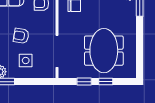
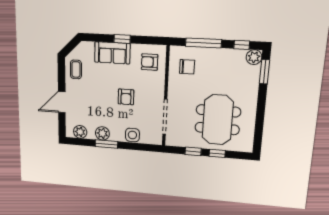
armchair: (21, 36) -> (126, 97), turned -99
side table: (26, 60) -> (132, 135), moved

